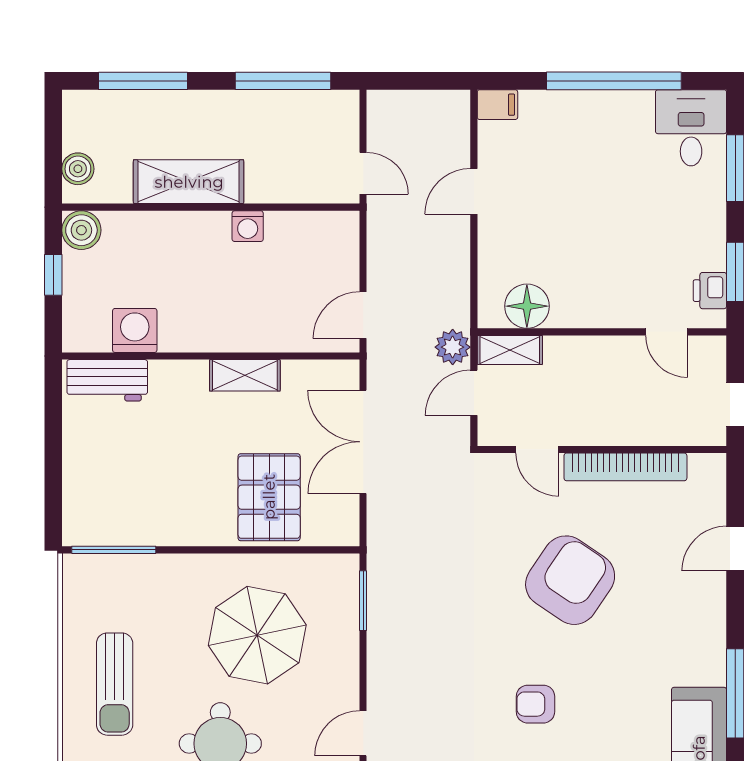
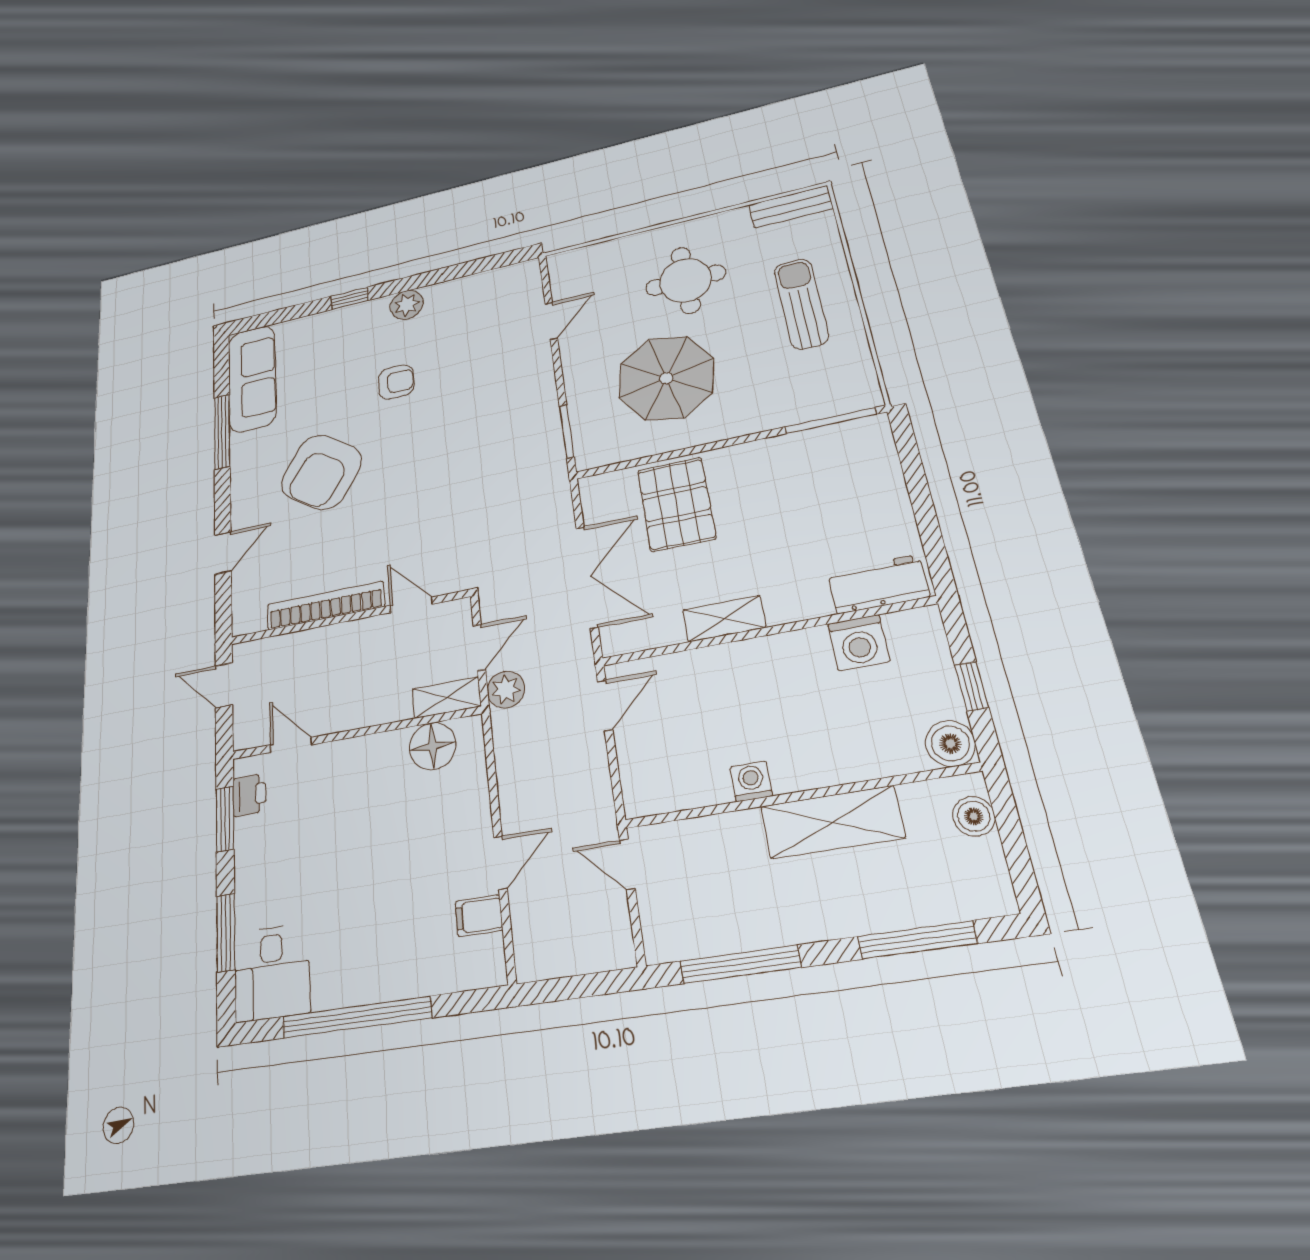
filing cabinet: (497, 105) -> (479, 916), moved
armchair: (570, 580) -> (321, 472), moved

